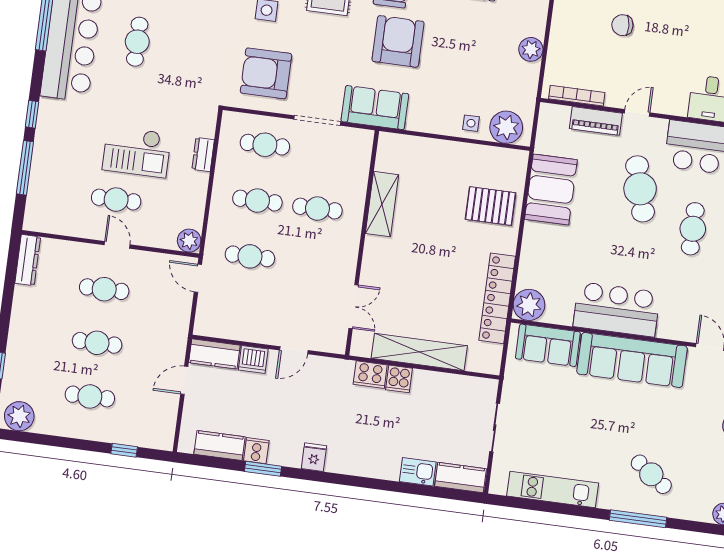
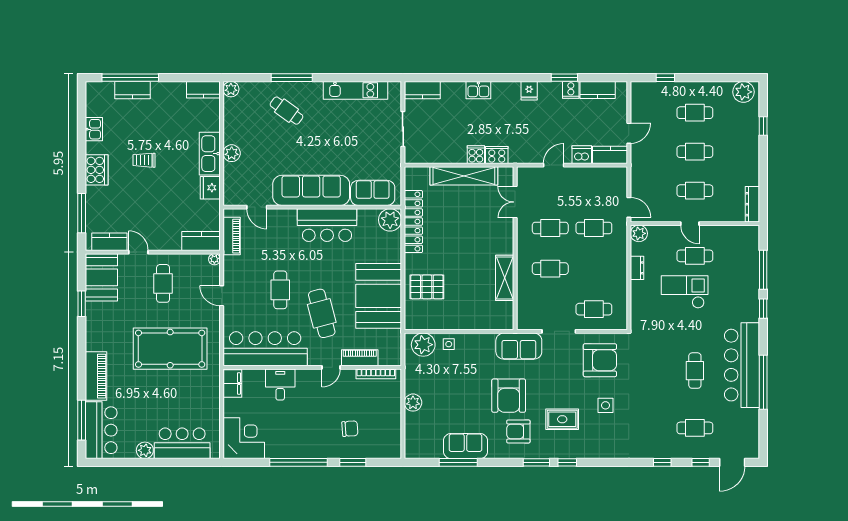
dresser: (203, 155) -> (637, 268), moved
booth: (551, 189) -> (379, 296), width x1.36, depth x1.42
cafe table: (257, 201) -> (550, 228), moved
kitchen sink: (418, 472) -> (478, 90), moved

